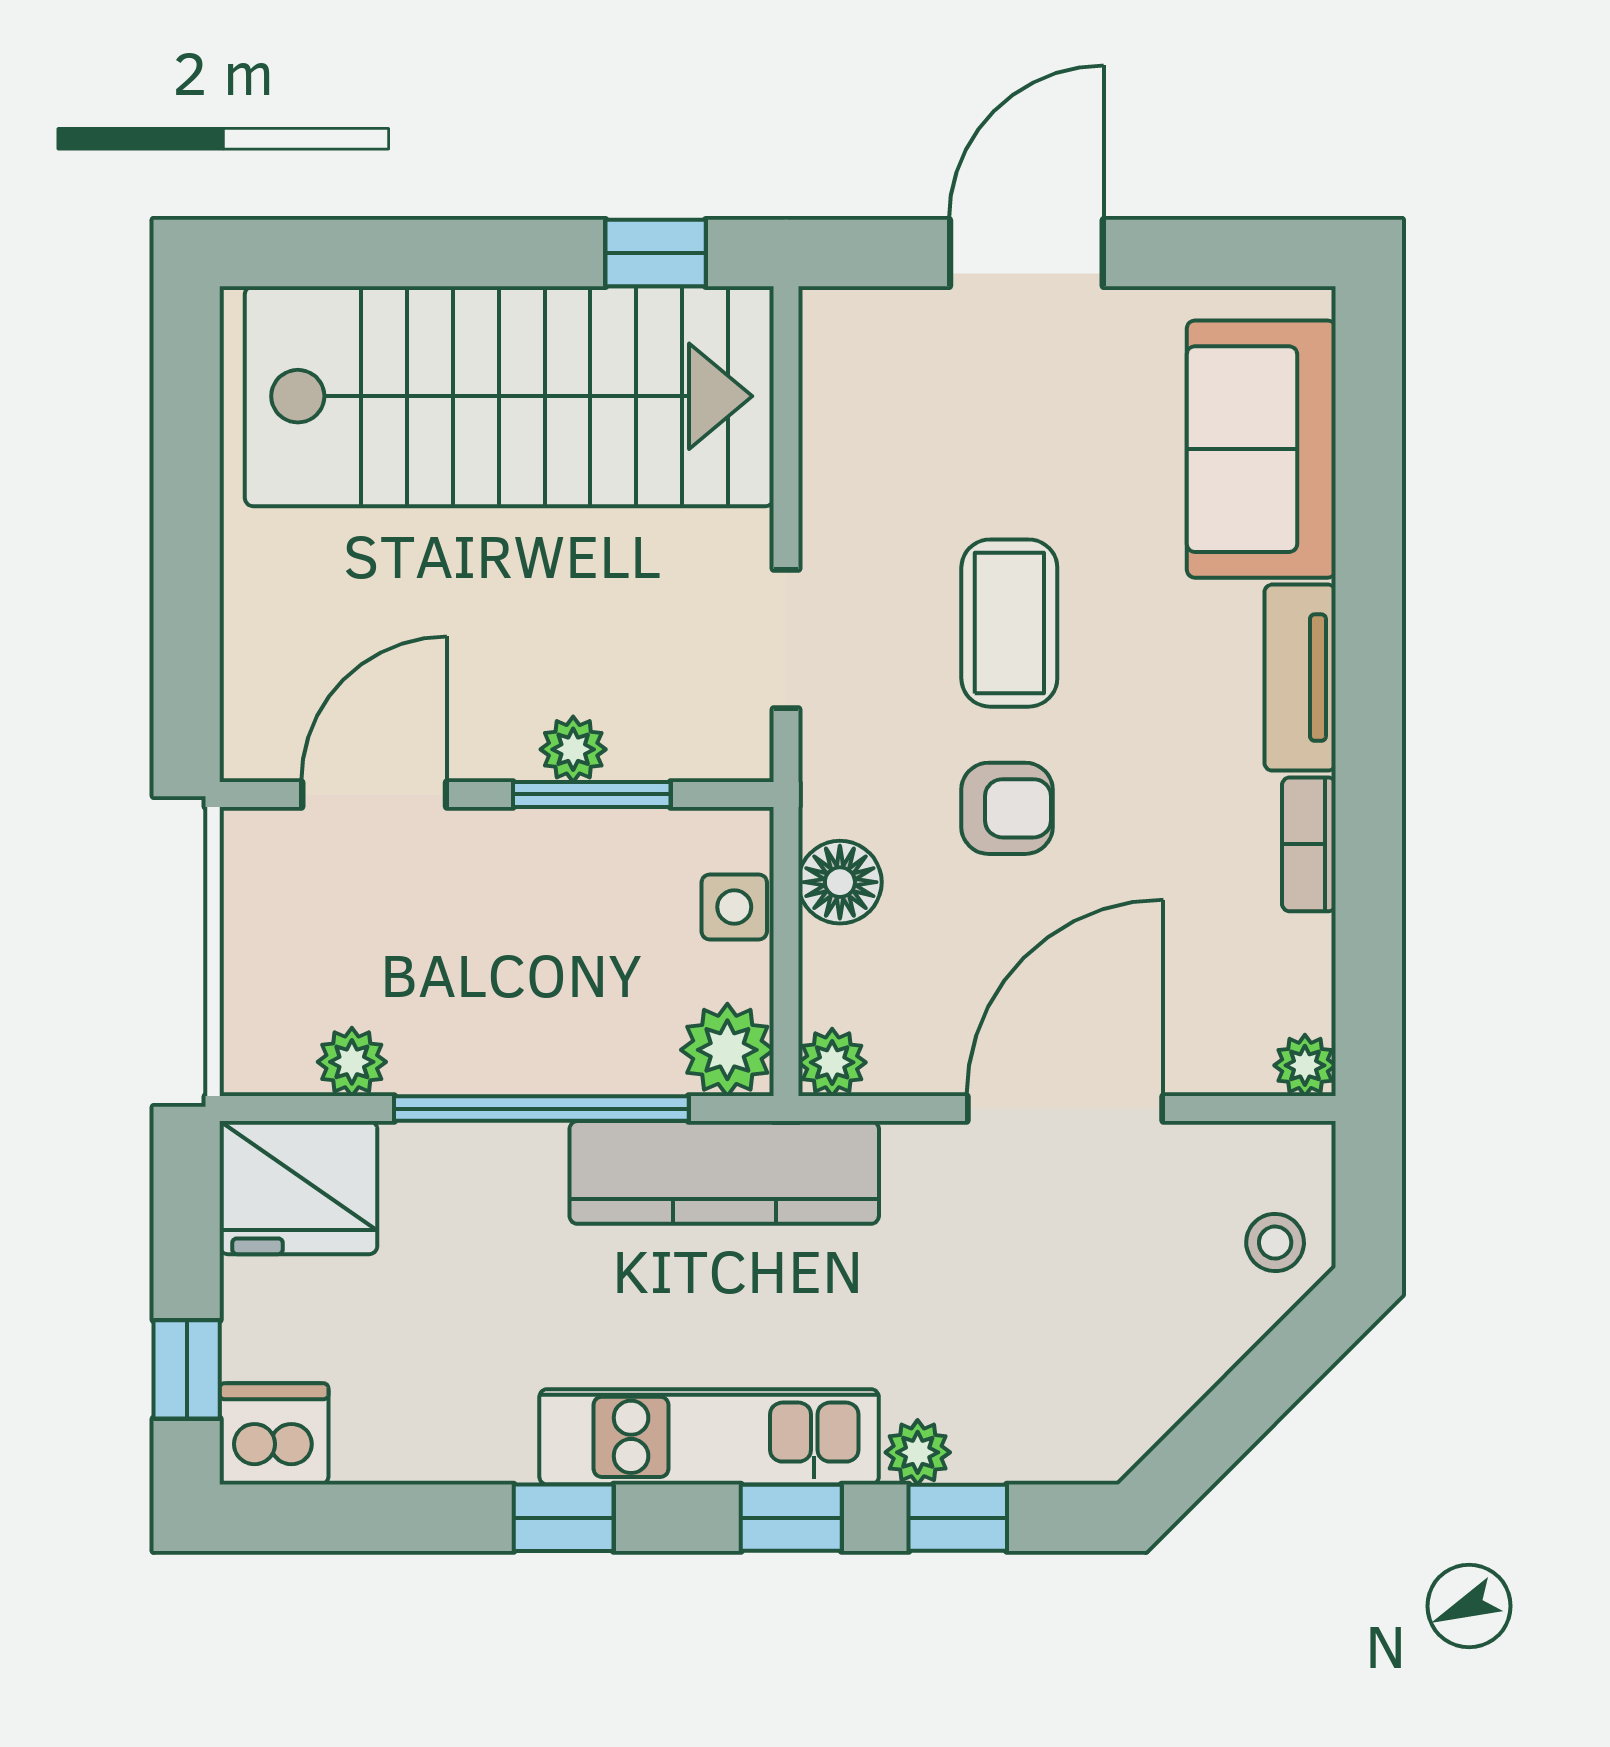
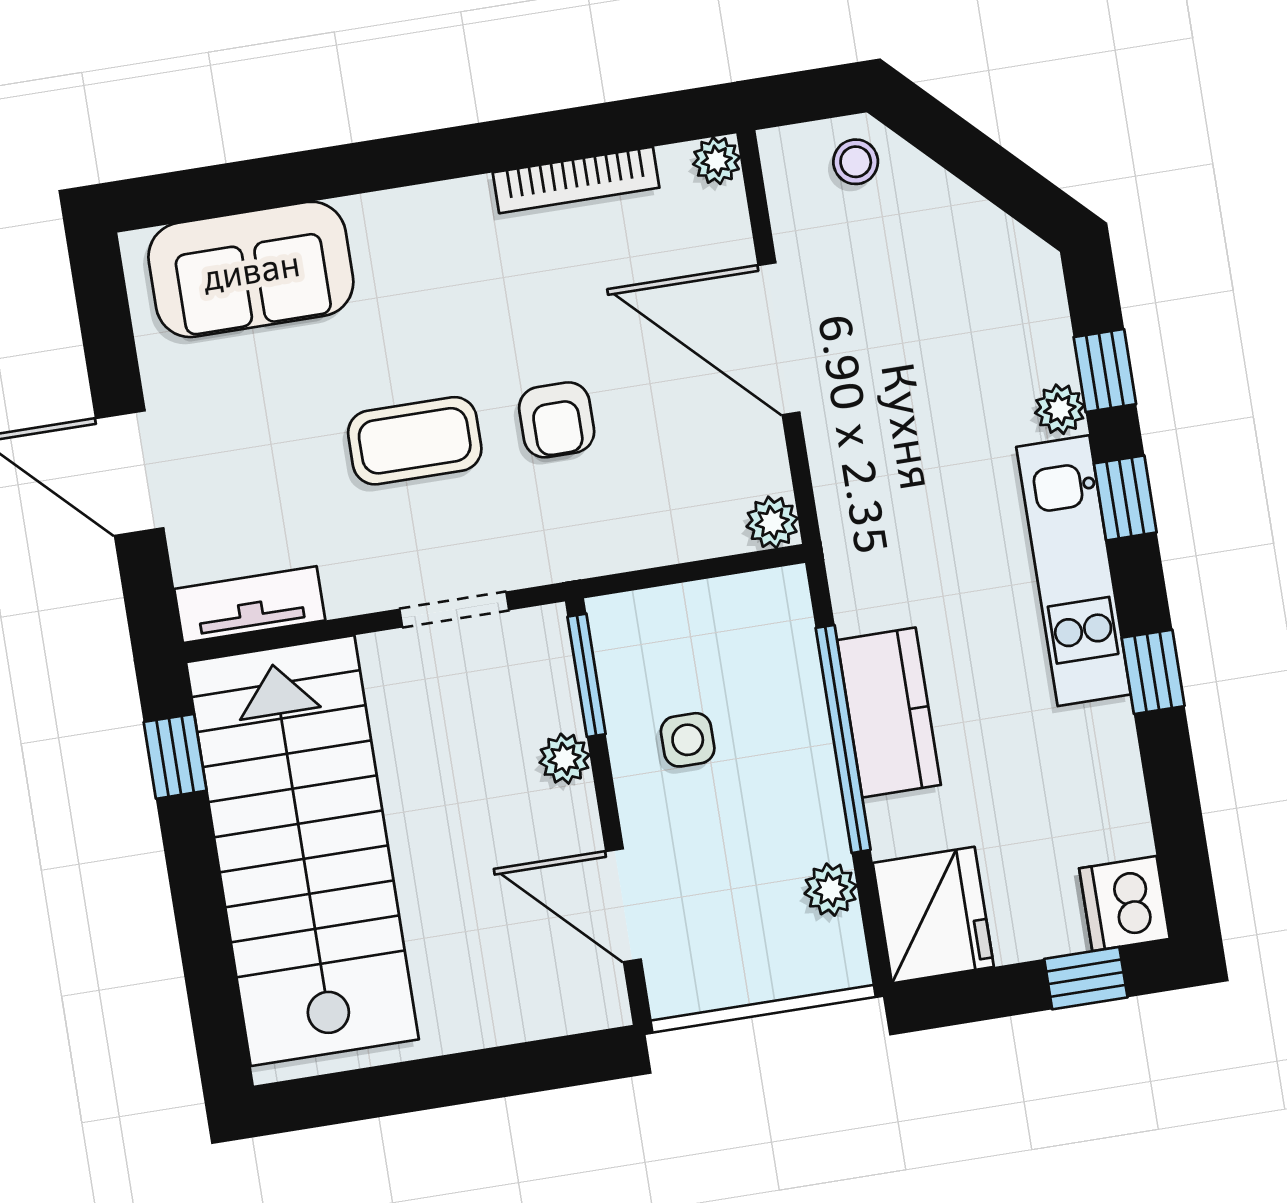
tv unit: (1300, 678) -> (250, 605), moved, turned 180
window: (592, 794) -> (587, 675), moved
armchair: (1007, 808) -> (557, 420), turned 180
bookcase: (1309, 844) -> (576, 180), width x1.56
floor lamp: (840, 882) -> (633, 538), removed
side table: (734, 907) -> (688, 740), moved
plant: (727, 1050) -> (775, 604), removed
kitchen counter: (724, 1172) -> (889, 712), moved, width x0.67

